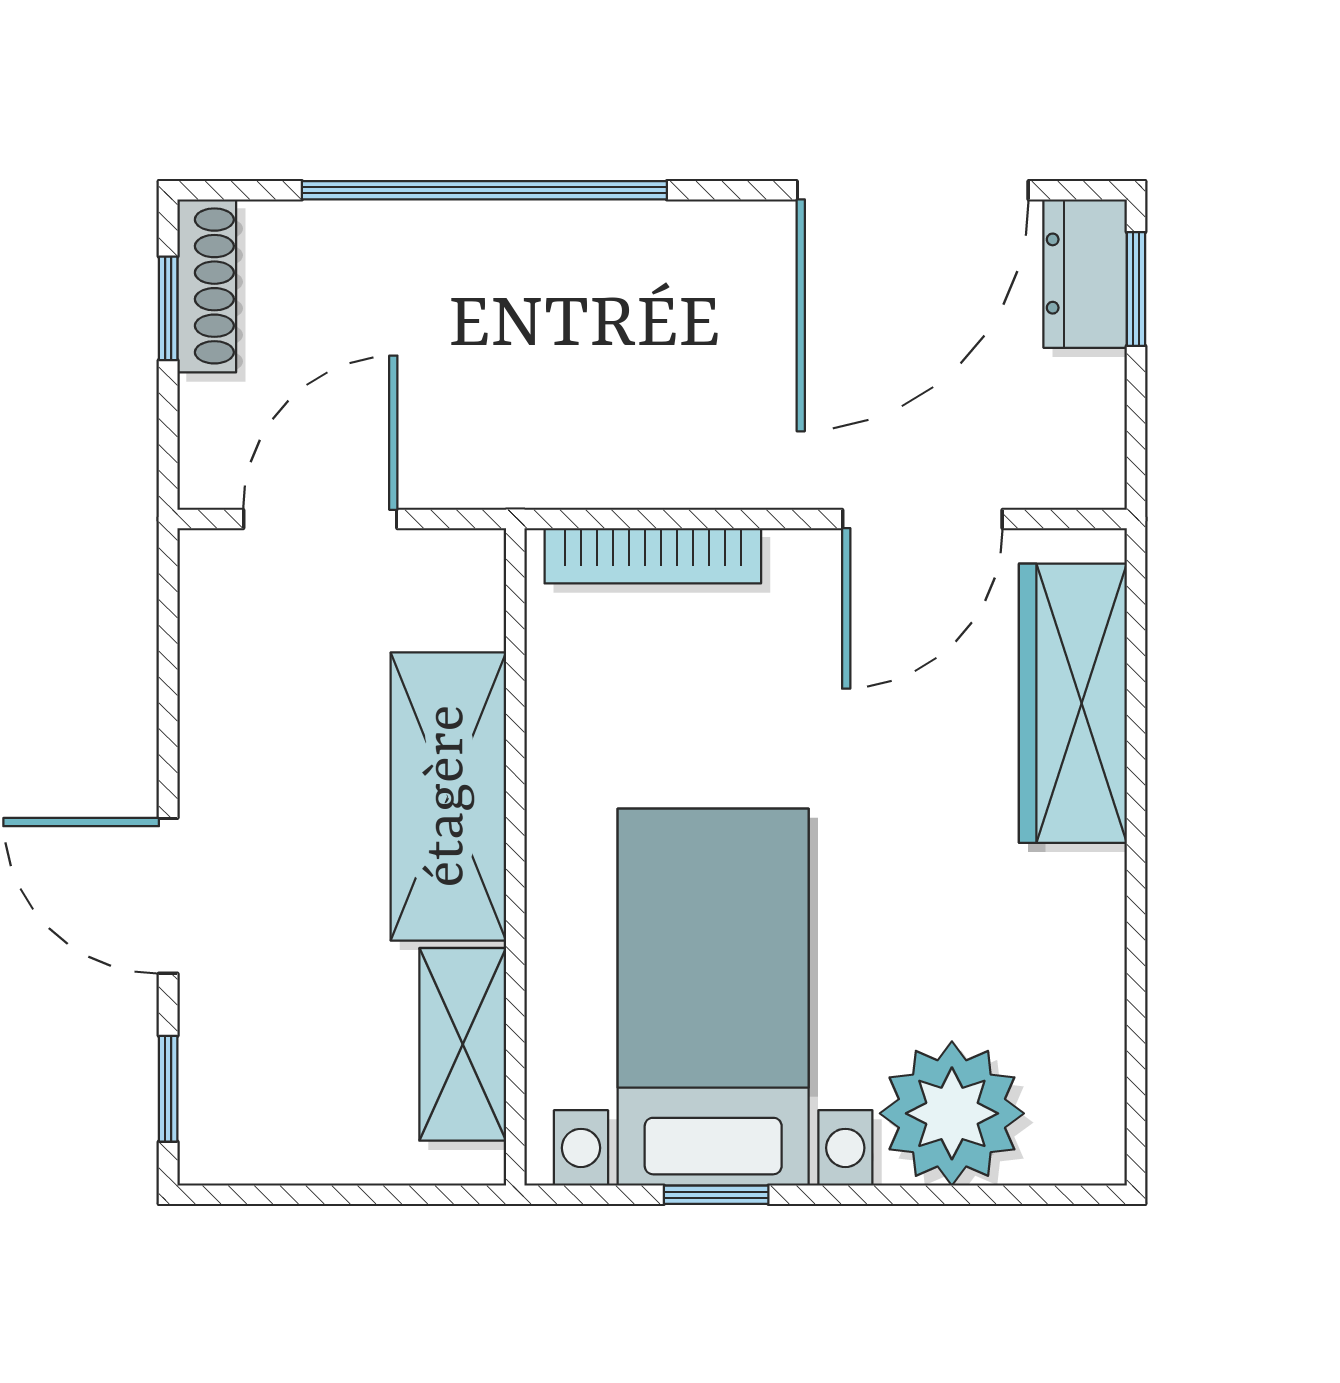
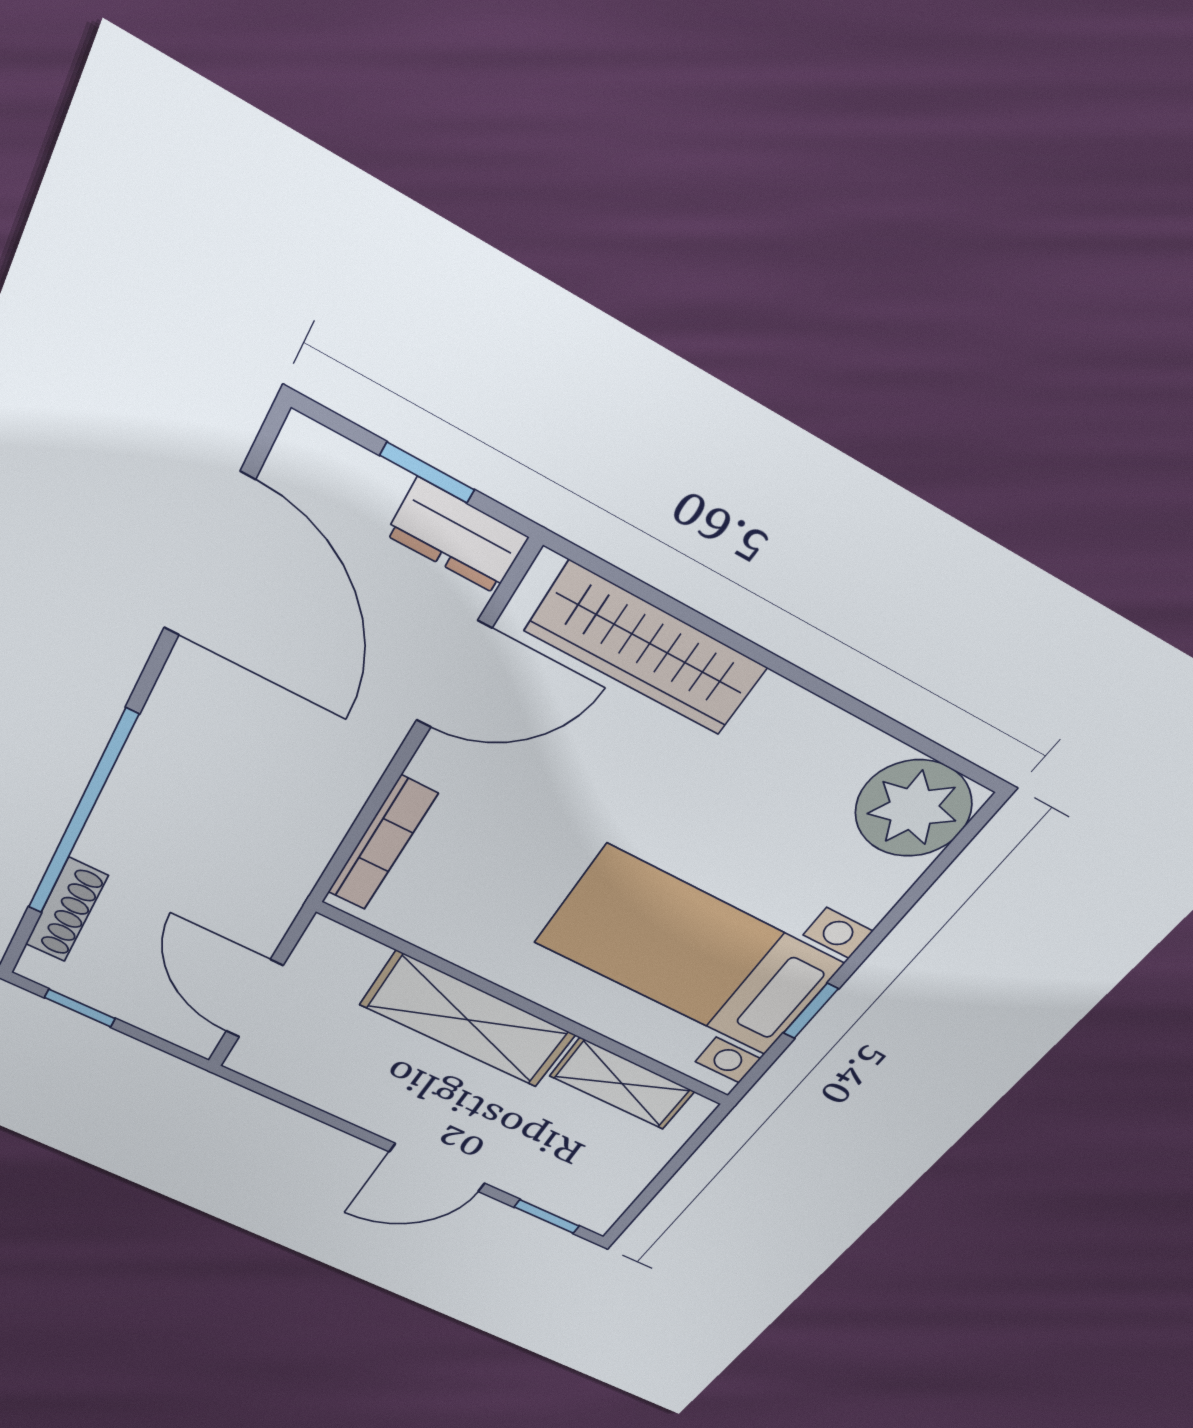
dresser: (1085, 274) -> (457, 536), moved
shoe rack: (207, 286) -> (66, 910), moved, turned 90
window: (1136, 289) -> (427, 473), moved
door: (922, 519) -> (454, 675), hinge flipped
plant: (952, 1113) -> (913, 809), moved

